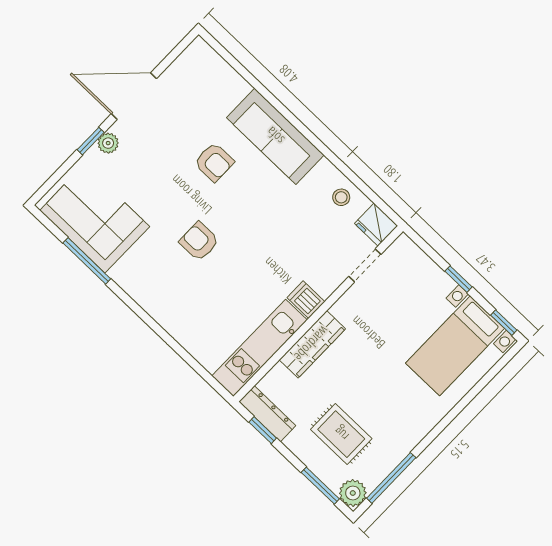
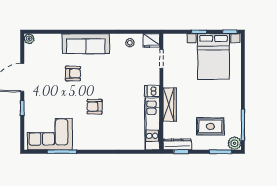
plant: (108, 143) -> (29, 39), moved
bed with nightstands: (455, 346) -> (214, 57), width x1.36

